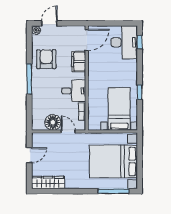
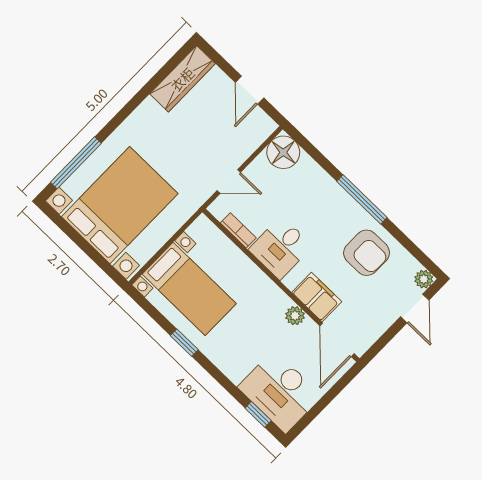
plant: (93, 63) -> (295, 316), added
floor lamp: (53, 122) -> (283, 152), moved

